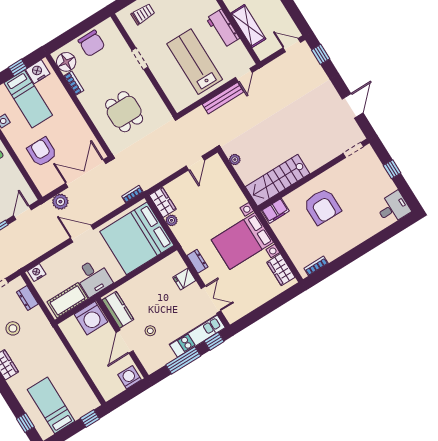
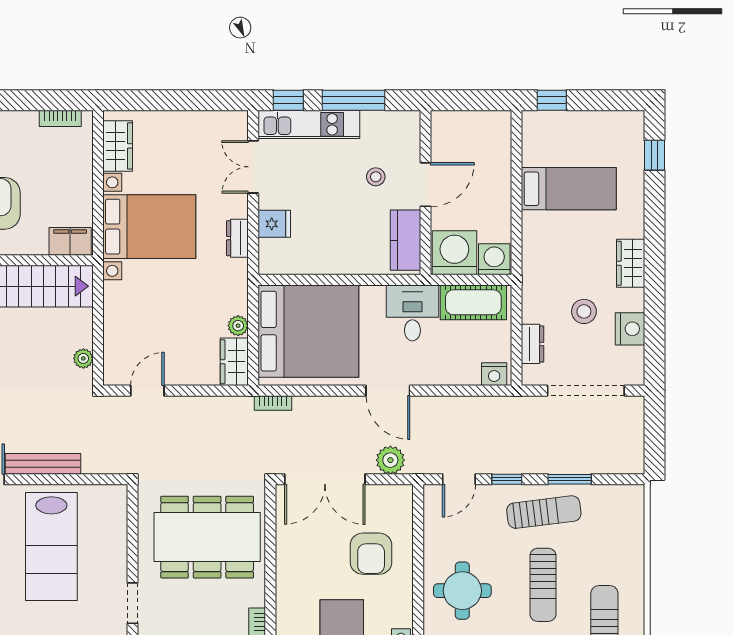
dining table: (124, 112) -> (207, 537), width x1.88, depth x1.24
washing machine: (129, 377) -> (494, 259), moved, turned 180
bed: (51, 405) -> (569, 189), moved, turned -90

